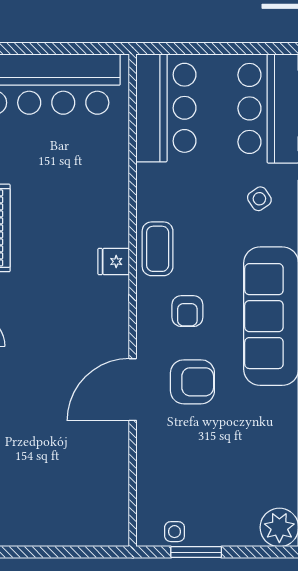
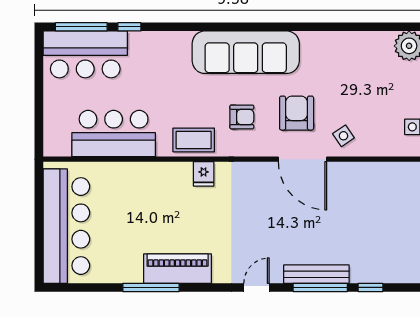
bar counter: (166, 108) -> (114, 134), moved
side table: (259, 199) -> (343, 136), moved

